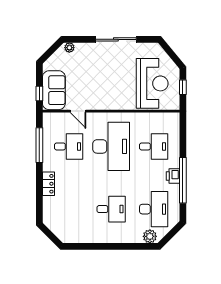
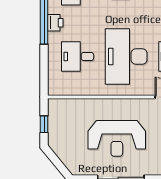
reception desk: (152, 83) -> (117, 138), moved, turned -90

